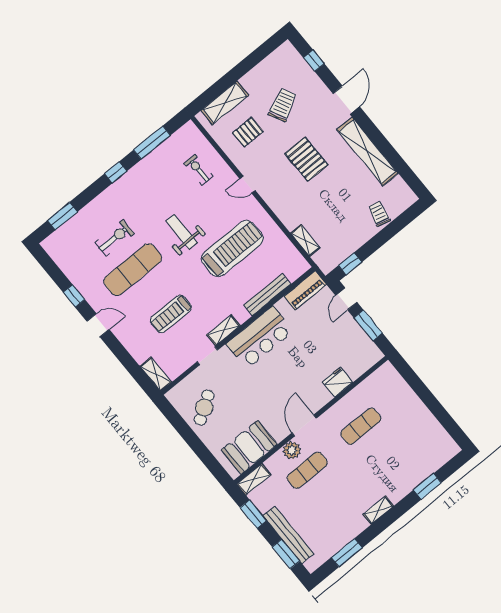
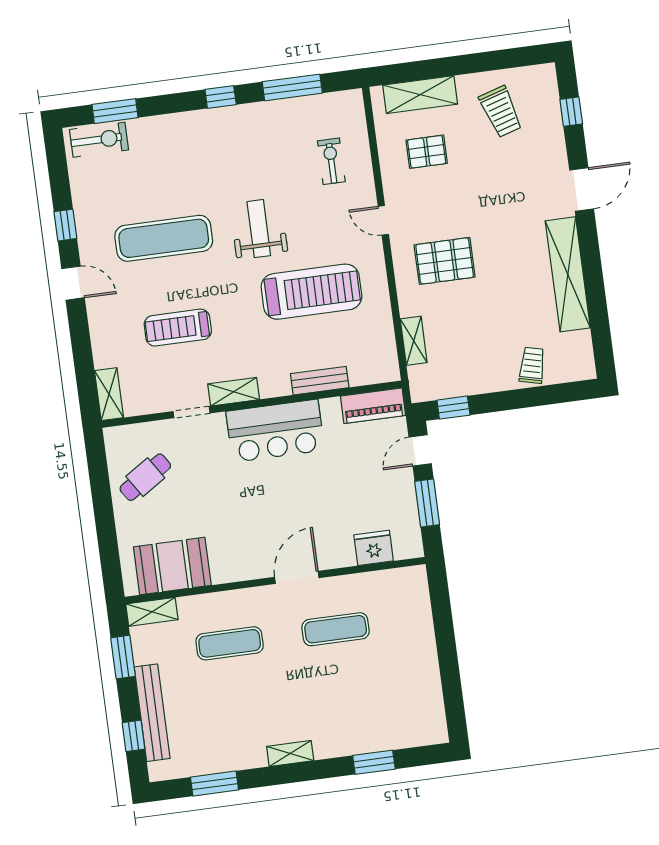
trolley: (283, 105) -> (501, 112), moved, turned 100
pallet: (306, 159) -> (445, 261), moved, turned 90
exercise bike: (115, 238) -> (99, 140), moved
bench: (267, 295) -> (320, 381), width x0.73
fridge: (338, 382) -> (374, 548), moved
door: (304, 426) -> (297, 577), moved
plant: (292, 450) -> (226, 605), removed
window: (286, 554) -> (134, 736), width x0.67

